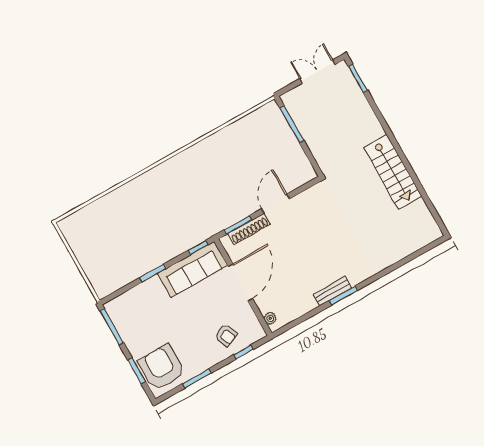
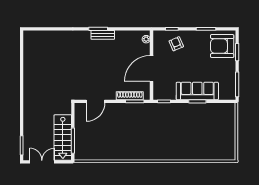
double door: (317, 72) -> (42, 162), swing flipped
stairs: (393, 172) -> (63, 138), moved, turned 180
door: (276, 204) -> (95, 101), moved
sofa: (193, 269) -> (197, 91), moved
armchair: (162, 367) -> (222, 46), turned 90

